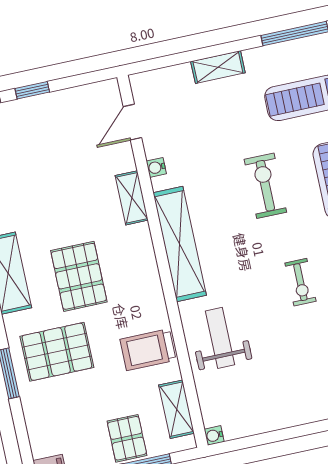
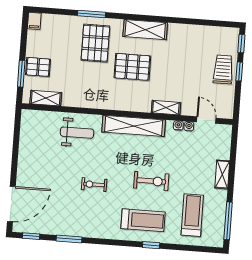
trolley: (148, 350) -> (223, 69), moved
water cooler: (214, 435) -> (189, 126), moved

